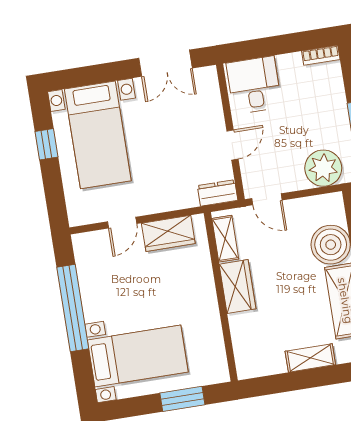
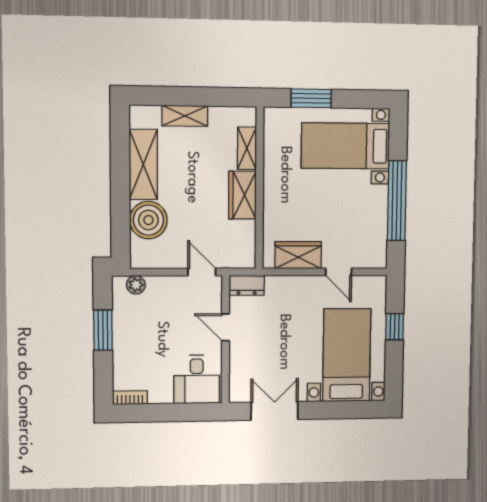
window: (46, 144) -> (395, 327), moved
door: (233, 145) -> (225, 327), hinge flipped
plant: (323, 168) -> (136, 285), width x0.53, depth x0.53
door: (122, 223) -> (339, 272), swing flipped
shelving: (225, 239) -> (247, 148), moved

